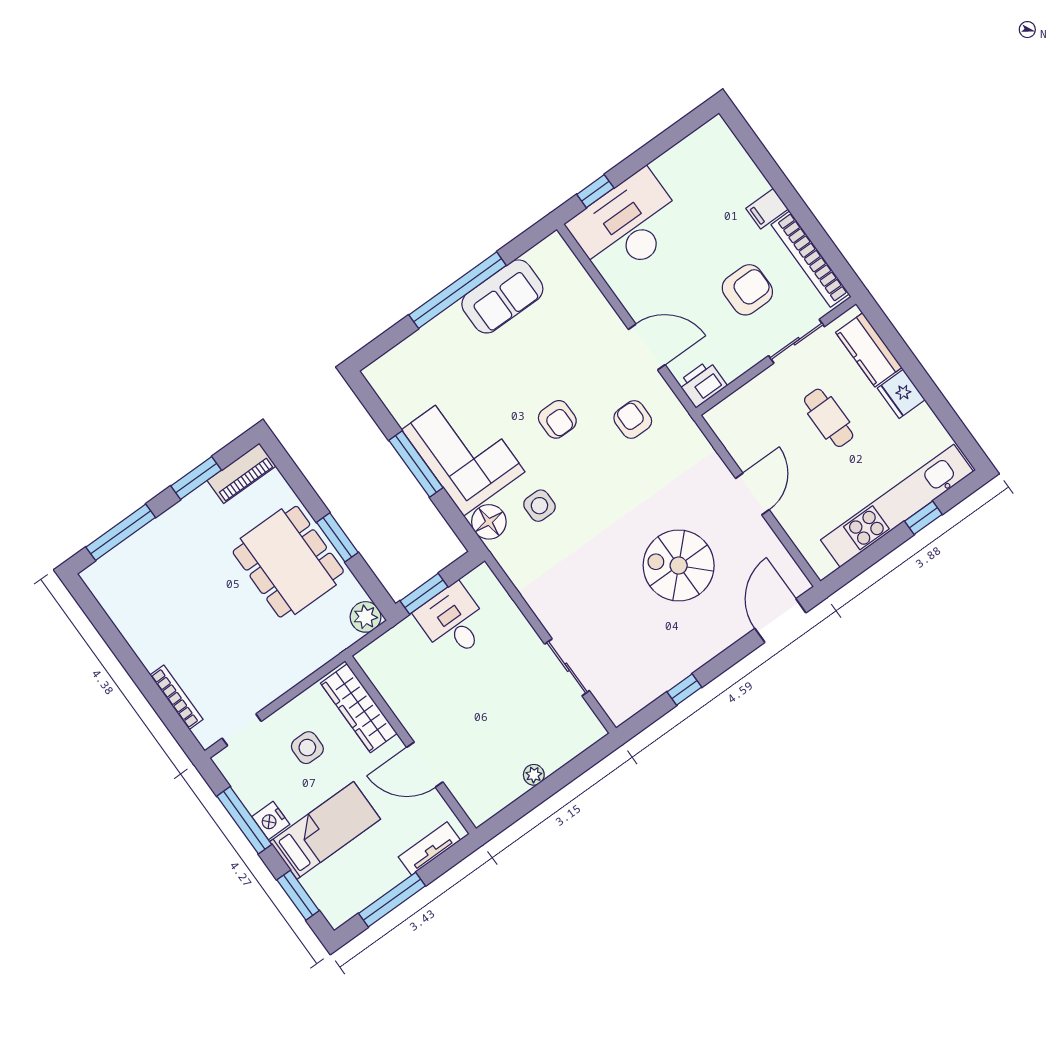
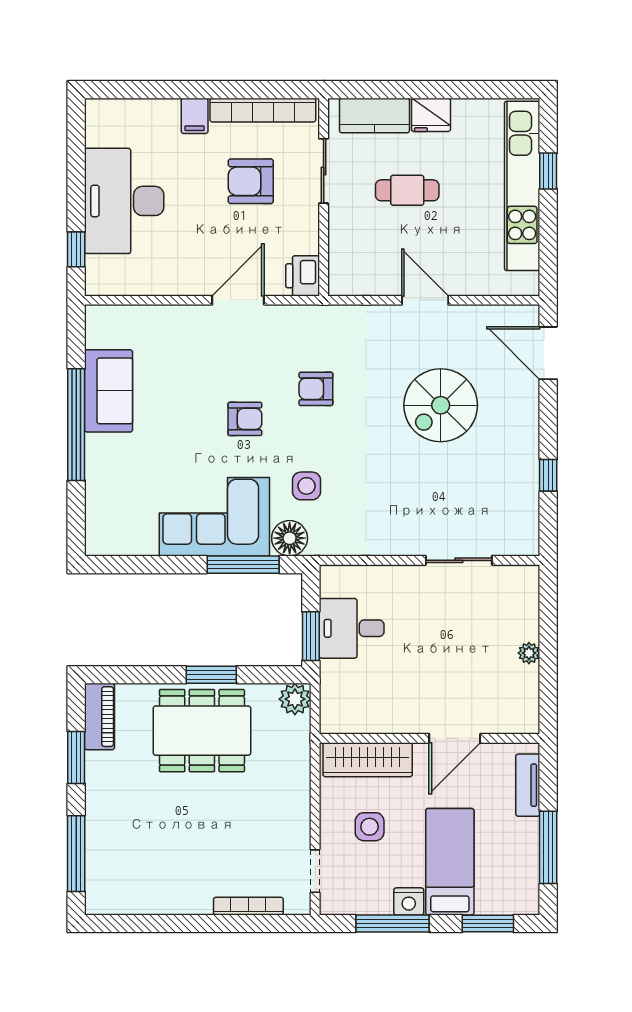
desk: (627, 225) -> (124, 201), moved
armchair: (747, 290) -> (251, 181), turned -90
armchair: (633, 419) -> (316, 389), moved
window: (416, 464) -> (243, 565), moved

